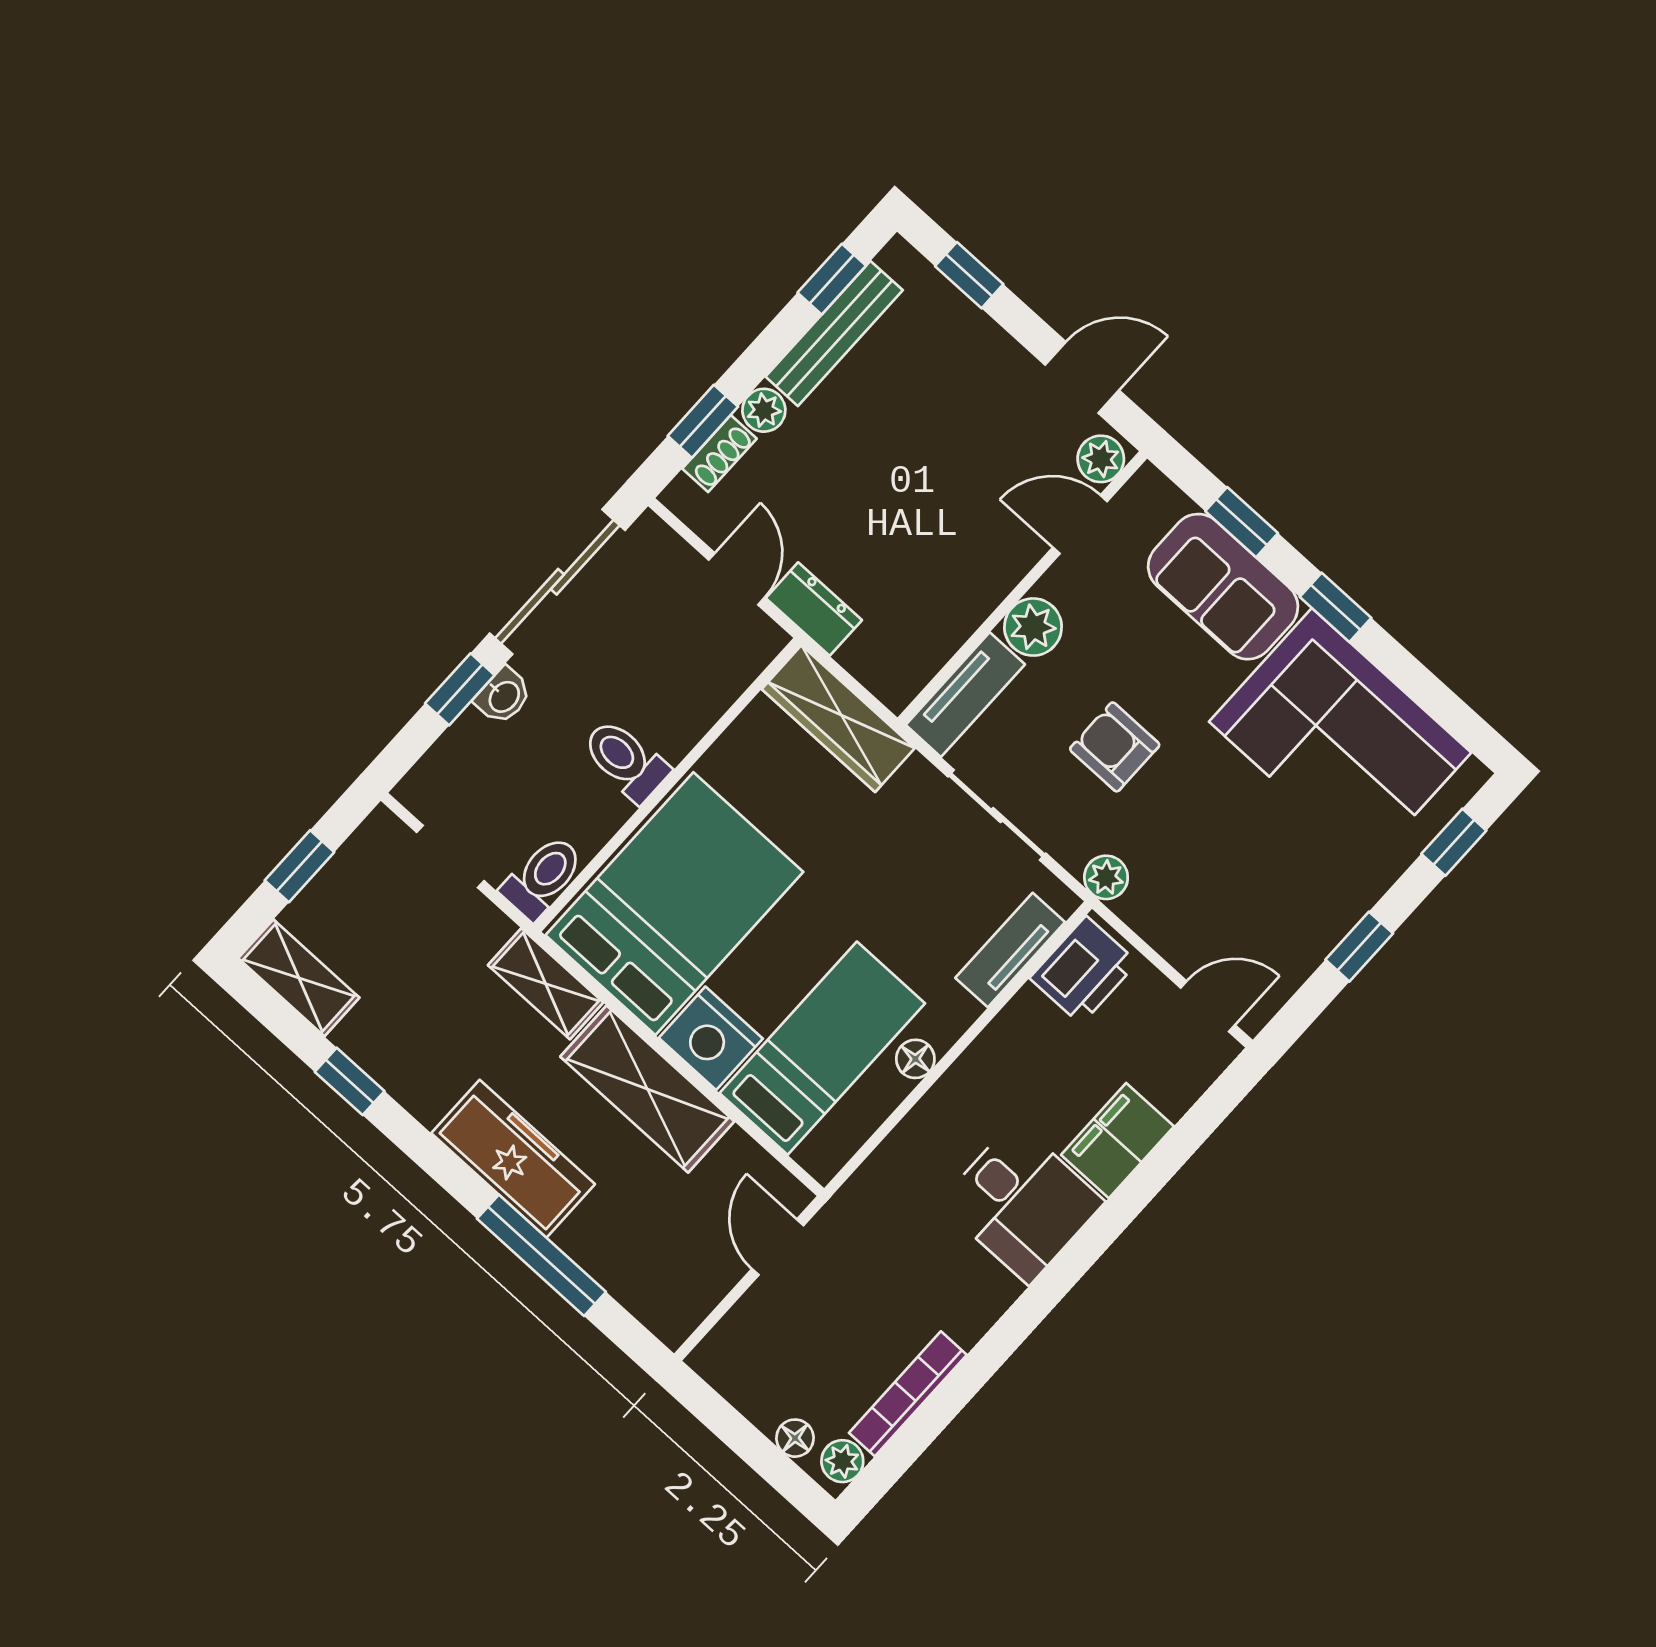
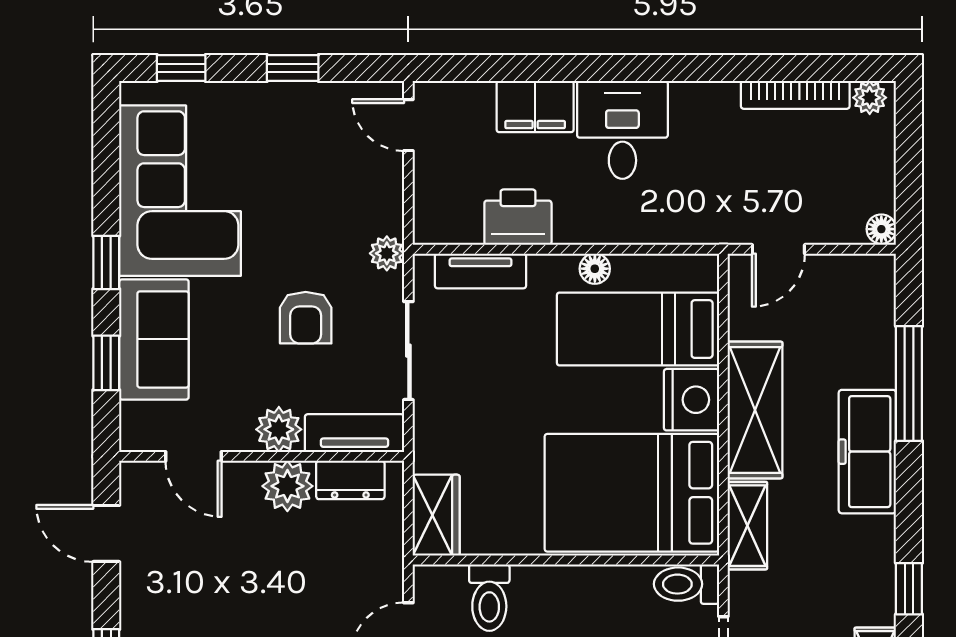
plant: (1101, 459) -> (287, 486), moved, width x1.38, depth x1.38
dresser: (814, 609) -> (350, 480), moved, turned -90
wardrobe: (838, 719) -> (436, 515), width x0.67
toilet: (626, 760) -> (489, 598), moved
printer: (1084, 970) -> (518, 217), moved
floor lamp: (795, 1438) -> (881, 229), moved

